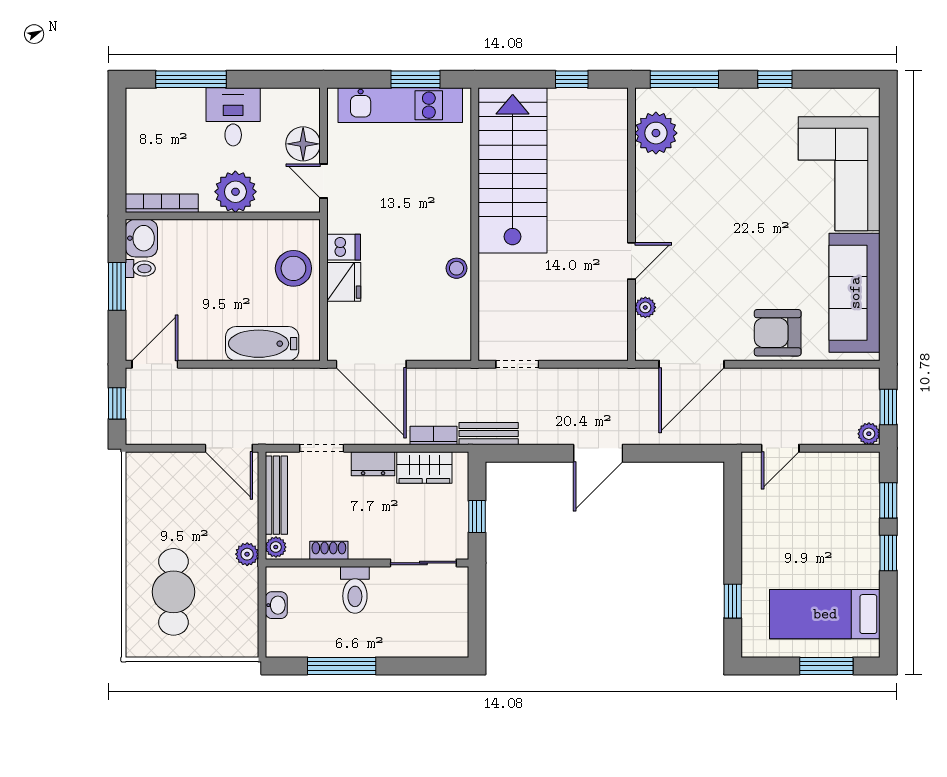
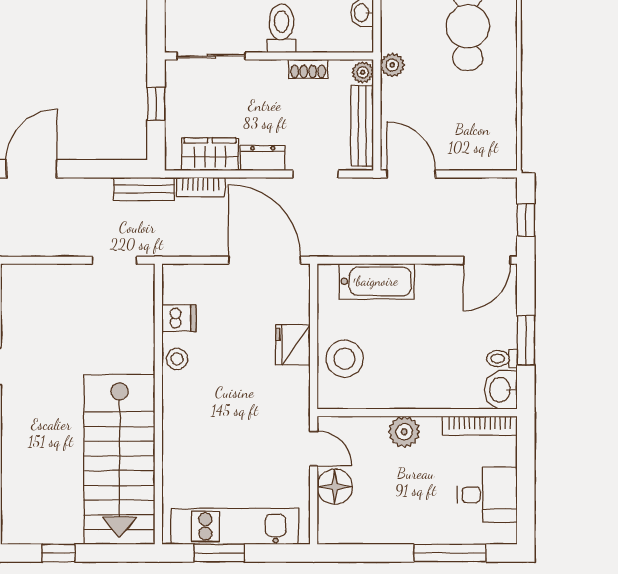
desk: (233, 117) -> (487, 495), moved, turned -90
plant: (235, 192) -> (404, 432), width x0.73, depth x0.73
dishwasher: (344, 247) -> (179, 318), moved, turned 180

